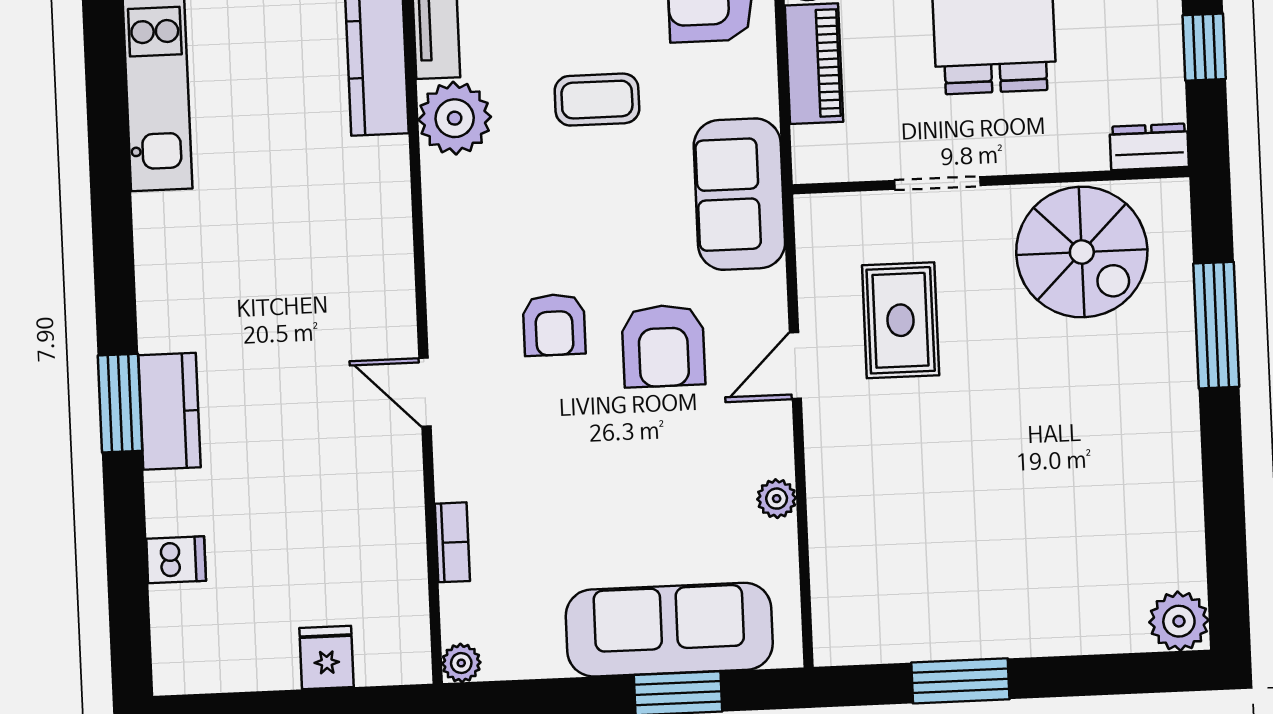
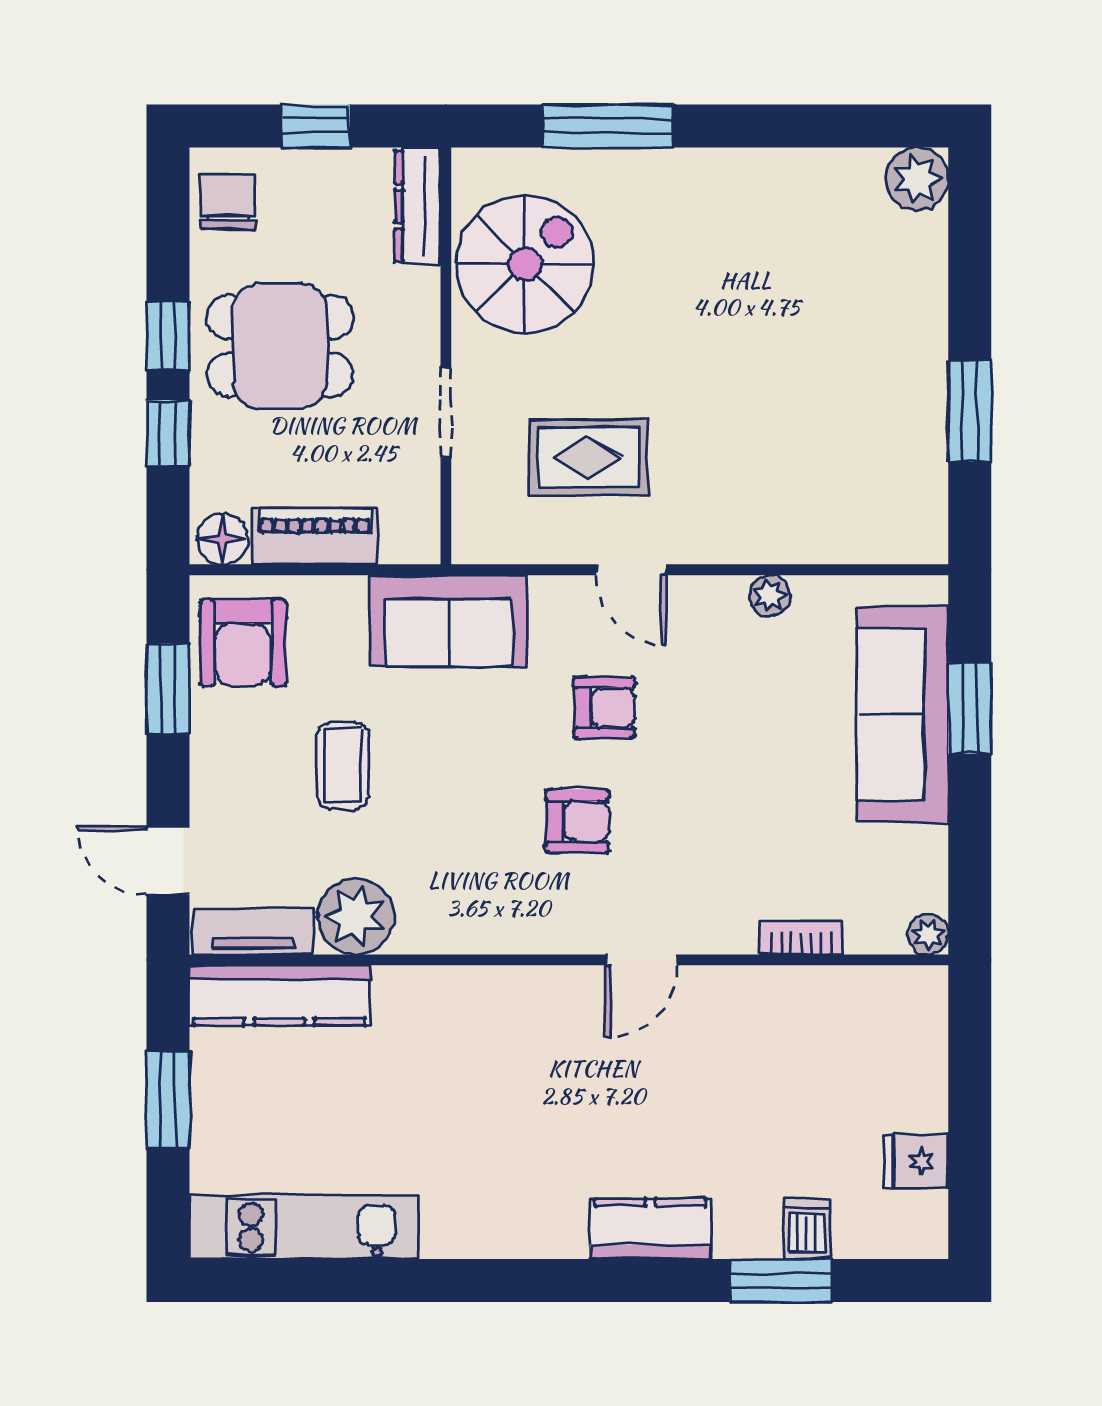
dresser: (1149, 147) -> (418, 206), width x1.44
armchair: (663, 346) -> (604, 708), width x0.72, depth x0.72
window: (120, 403) -> (781, 1281), moved
fridge: (327, 657) -> (916, 1161), moved

